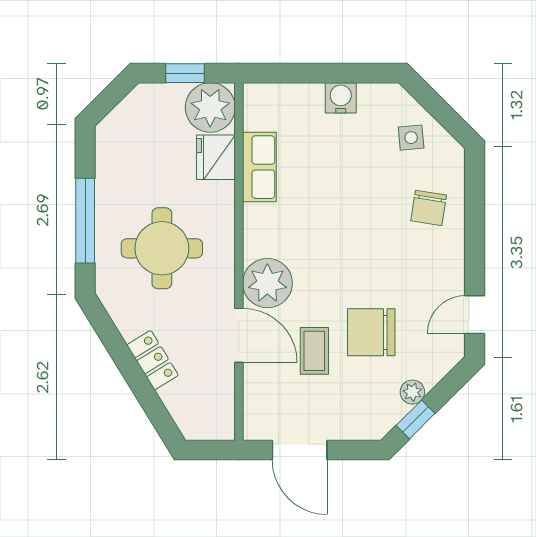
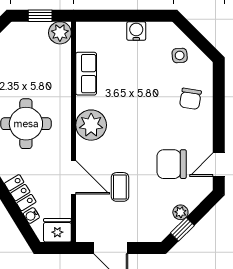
plant: (210, 107) -> (60, 33), width x0.73, depth x0.73
fridge: (216, 157) -> (57, 230), moved, turned 90
plant: (267, 283) -> (91, 125), moved
chair: (371, 332) -> (172, 164), moved
water cooler: (171, 397) -> (31, 215), added

